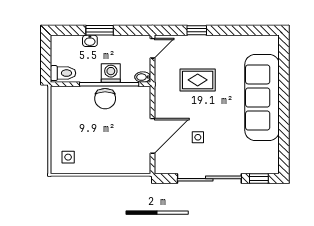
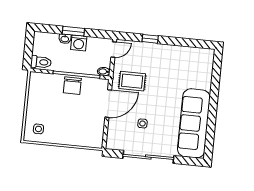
washing machine: (111, 73) -> (79, 43), moved, turned 180
rug: (198, 80) -> (132, 81), moved
sofa: (262, 97) -> (194, 123), moved
door: (152, 136) -> (108, 104), moved
window: (259, 179) -> (187, 161), removed

